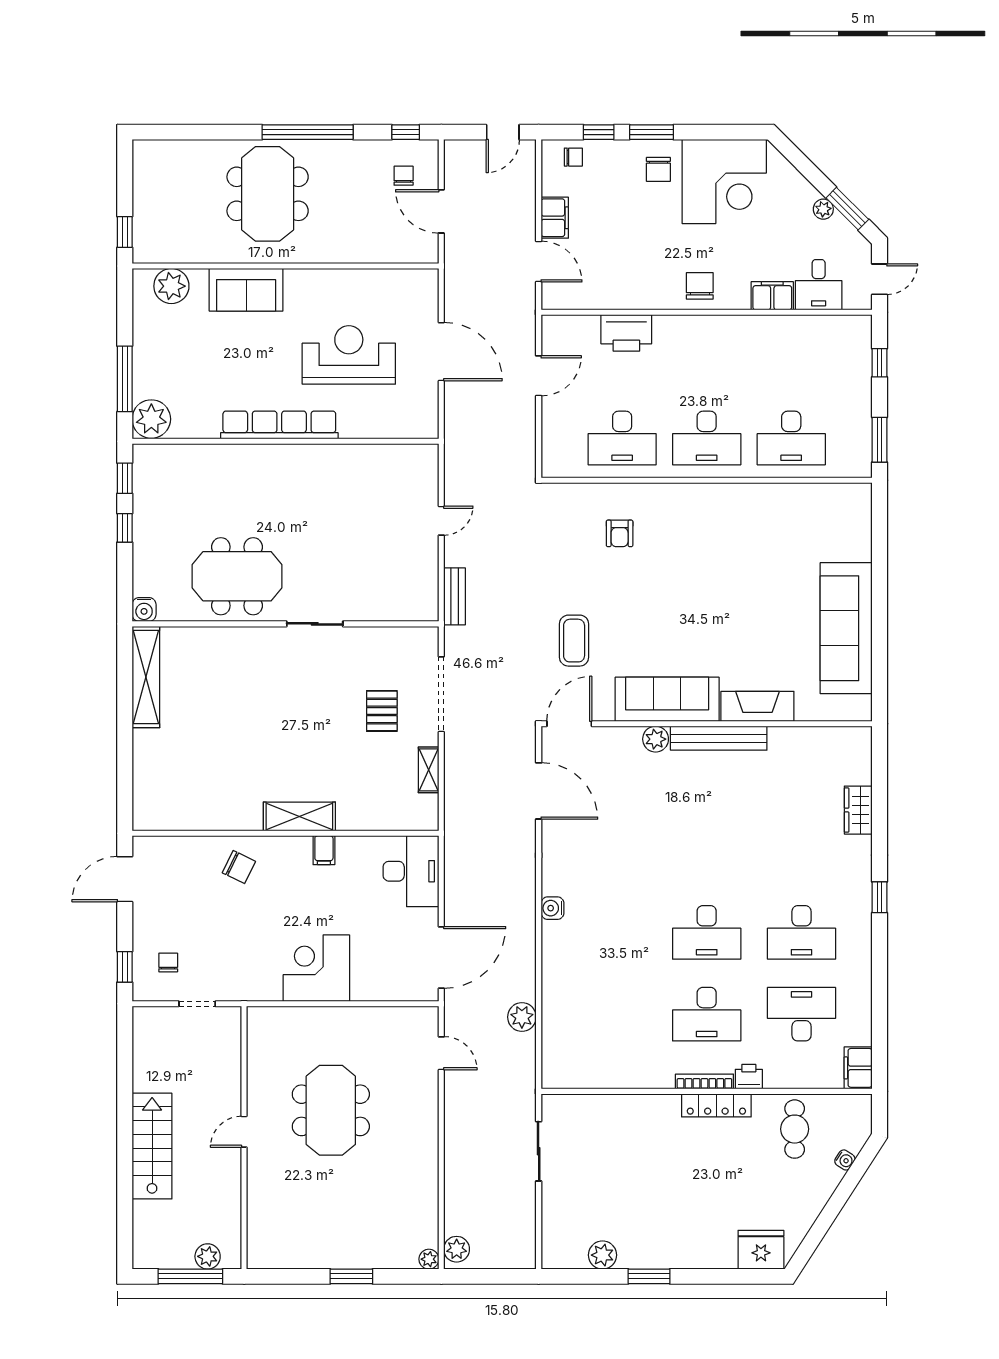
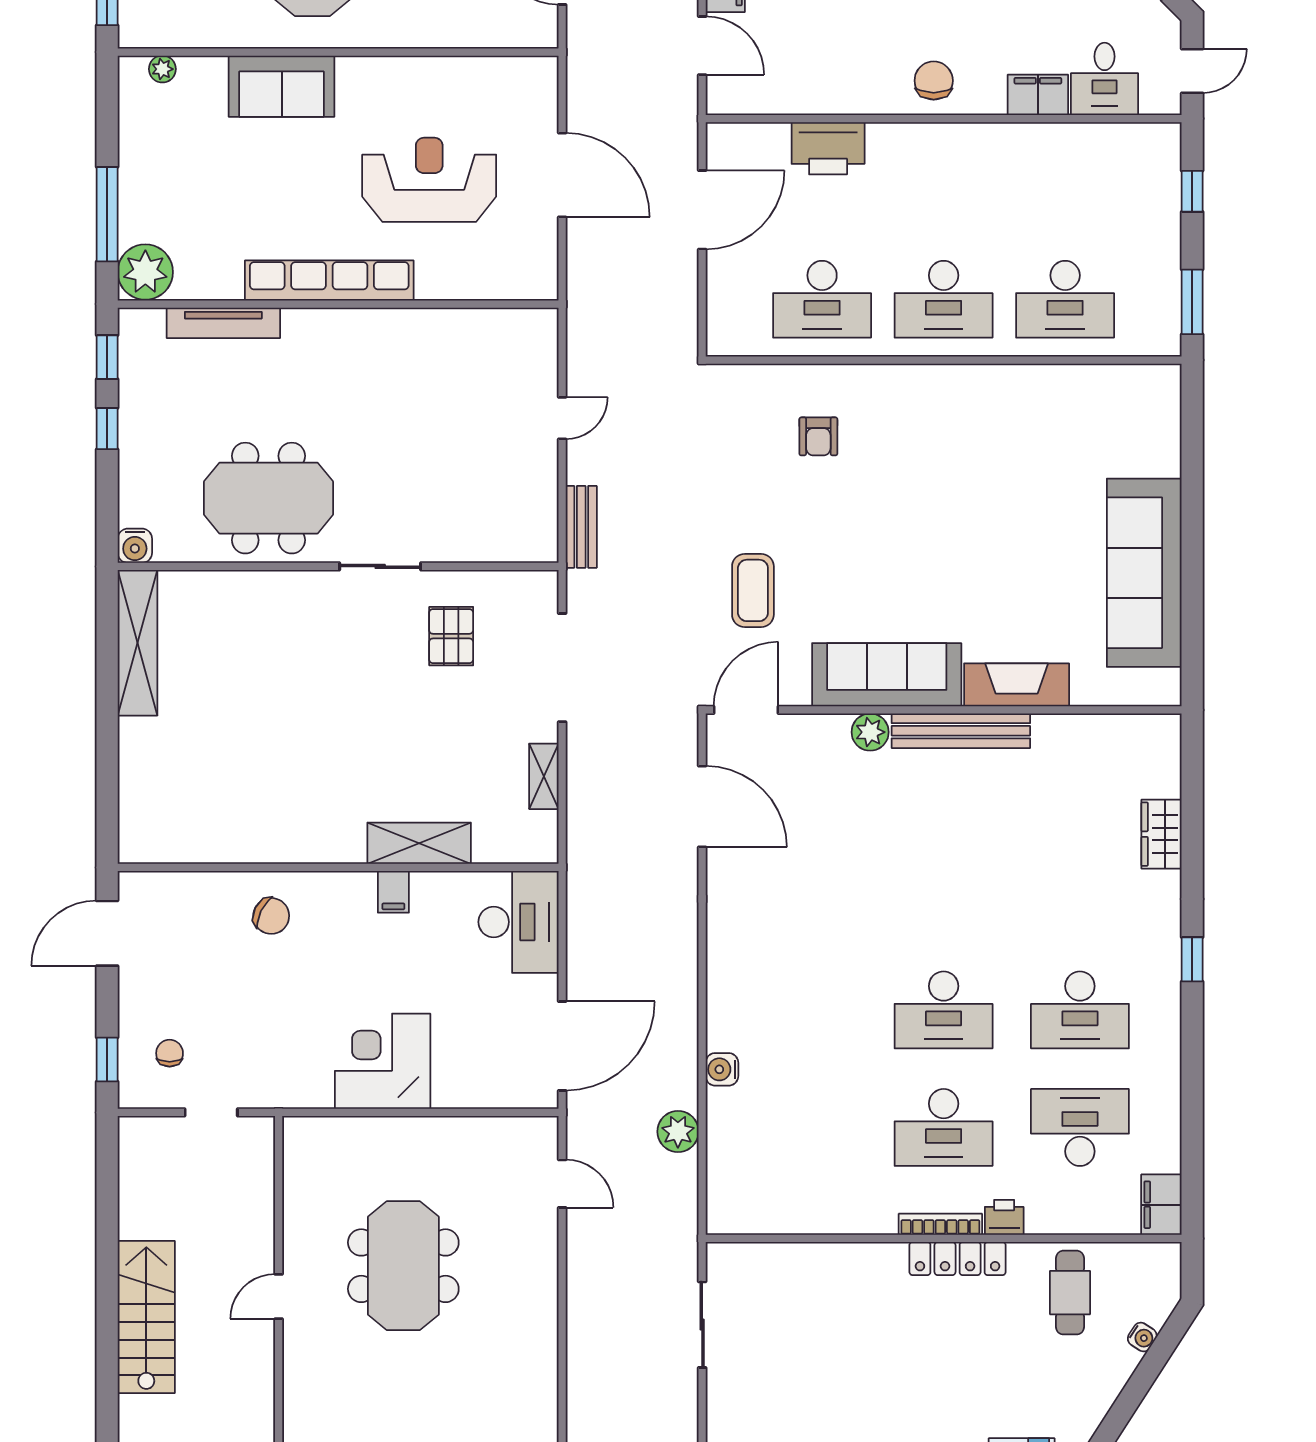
plant: (171, 286) -> (162, 69), width x0.53, depth x0.53
door: (539, 376) -> (702, 210), width x1.36
tv unit: (206, 454) -> (223, 323), added
pallet: (382, 711) -> (451, 636), moved
shelving: (299, 816) -> (419, 843), moved
water cooler: (552, 908) -> (722, 1069), moved

